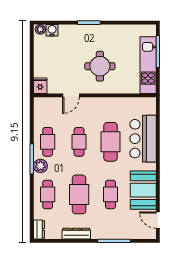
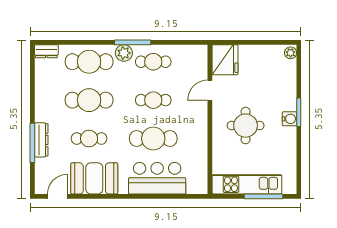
water cooler: (52, 30) -> (289, 119), moved
fridge: (40, 86) -> (225, 60), width x1.88, depth x1.34
door: (71, 95) -> (210, 90), hinge flipped
cafe table: (48, 194) -> (89, 62), width x1.37, depth x1.35
dresser: (76, 234) -> (41, 140), moved

